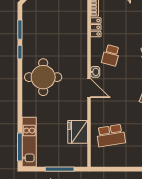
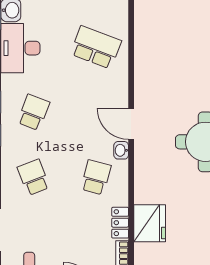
fridge: (78, 132) -> (150, 223), moved
school desk: (111, 135) -> (96, 47), turned 30

